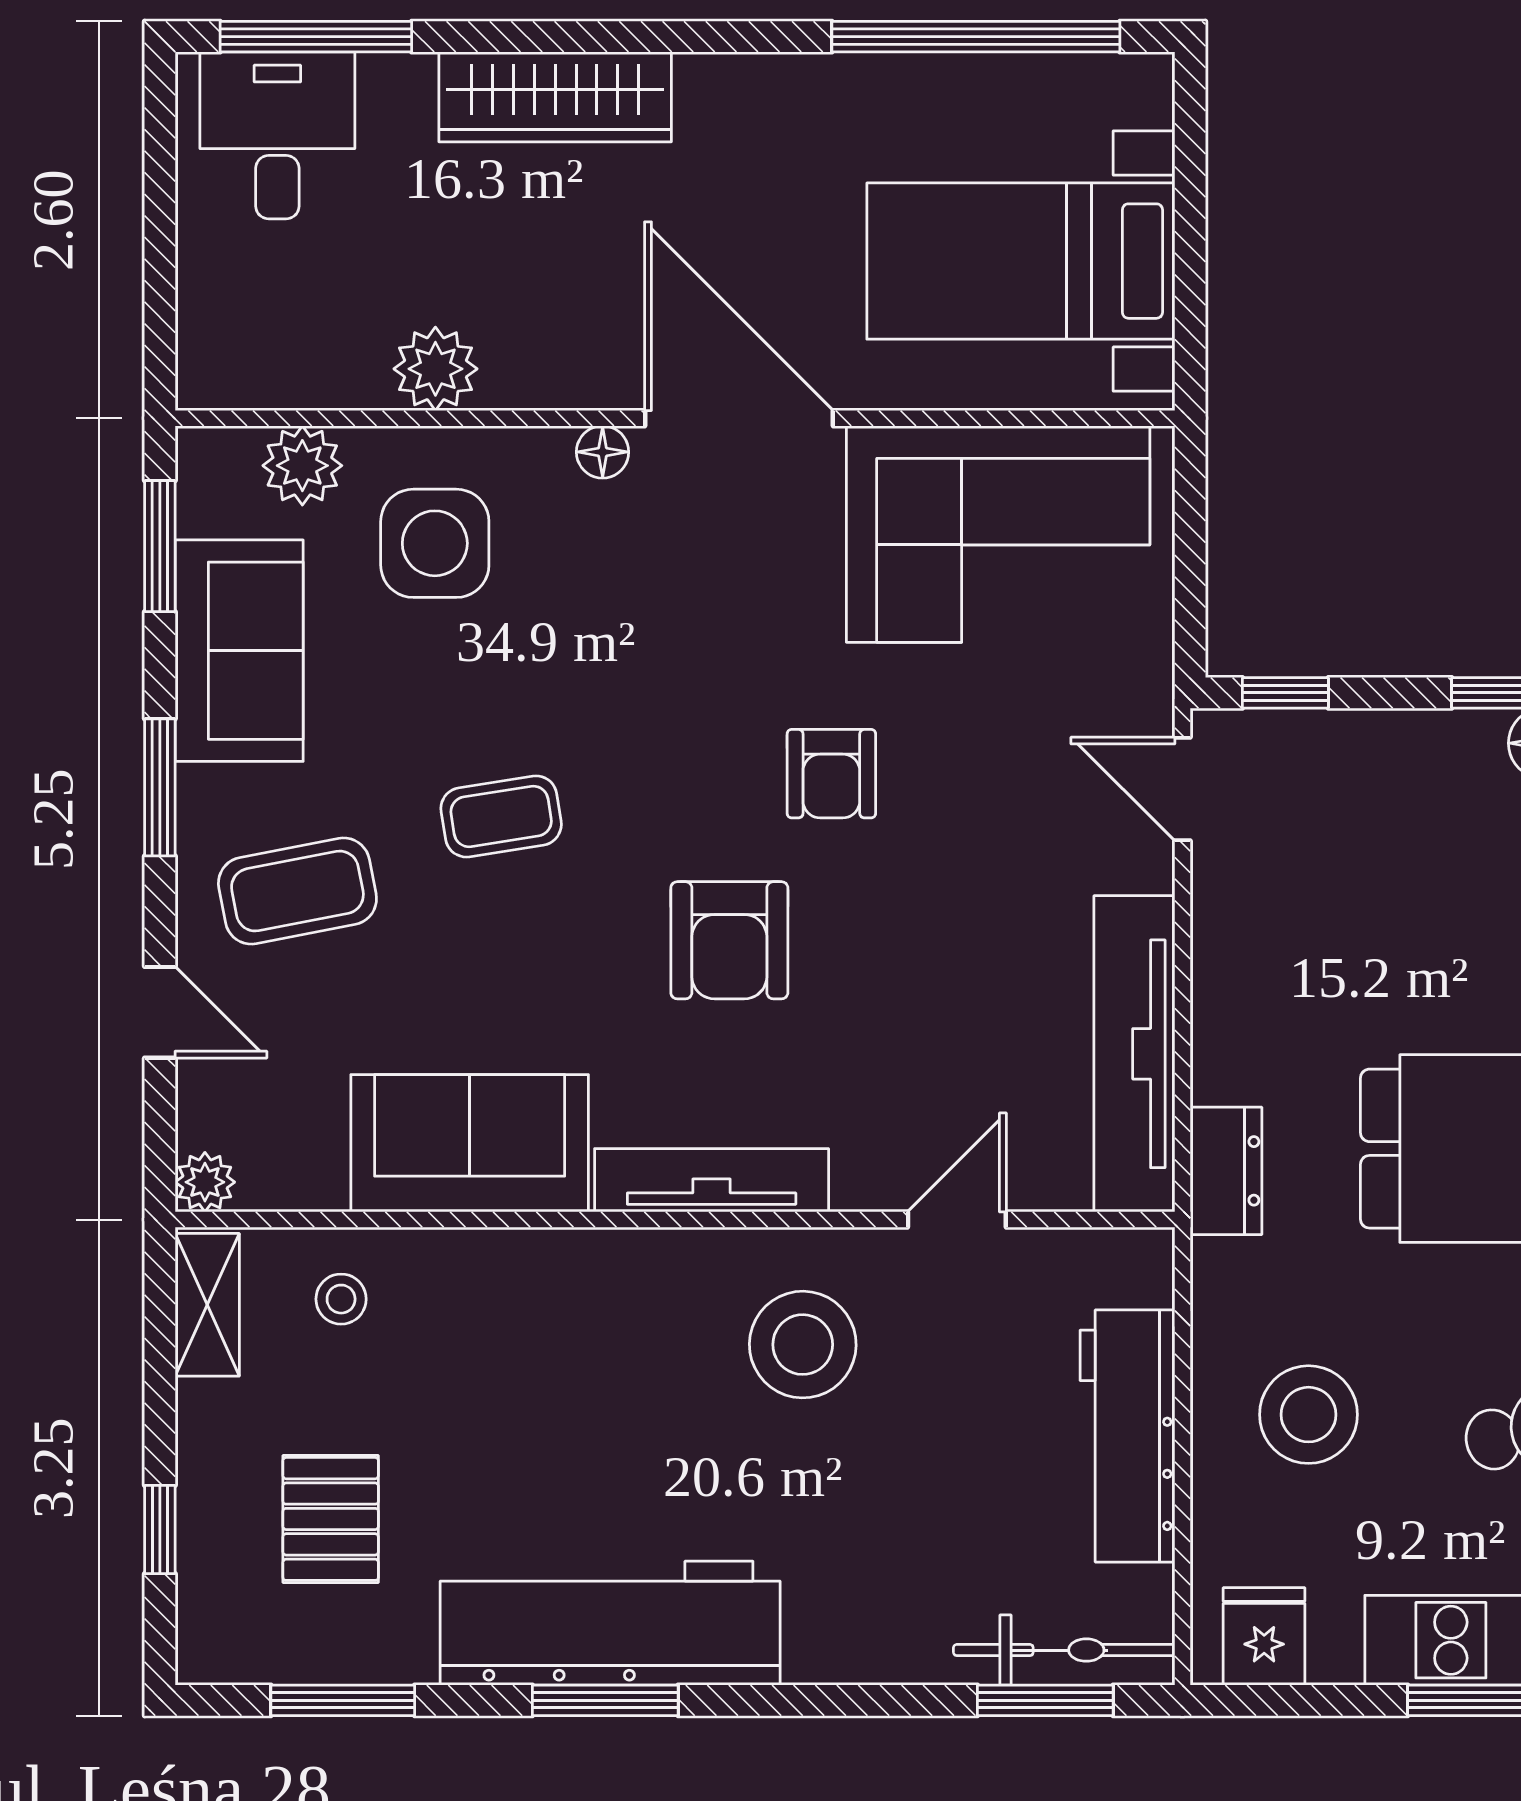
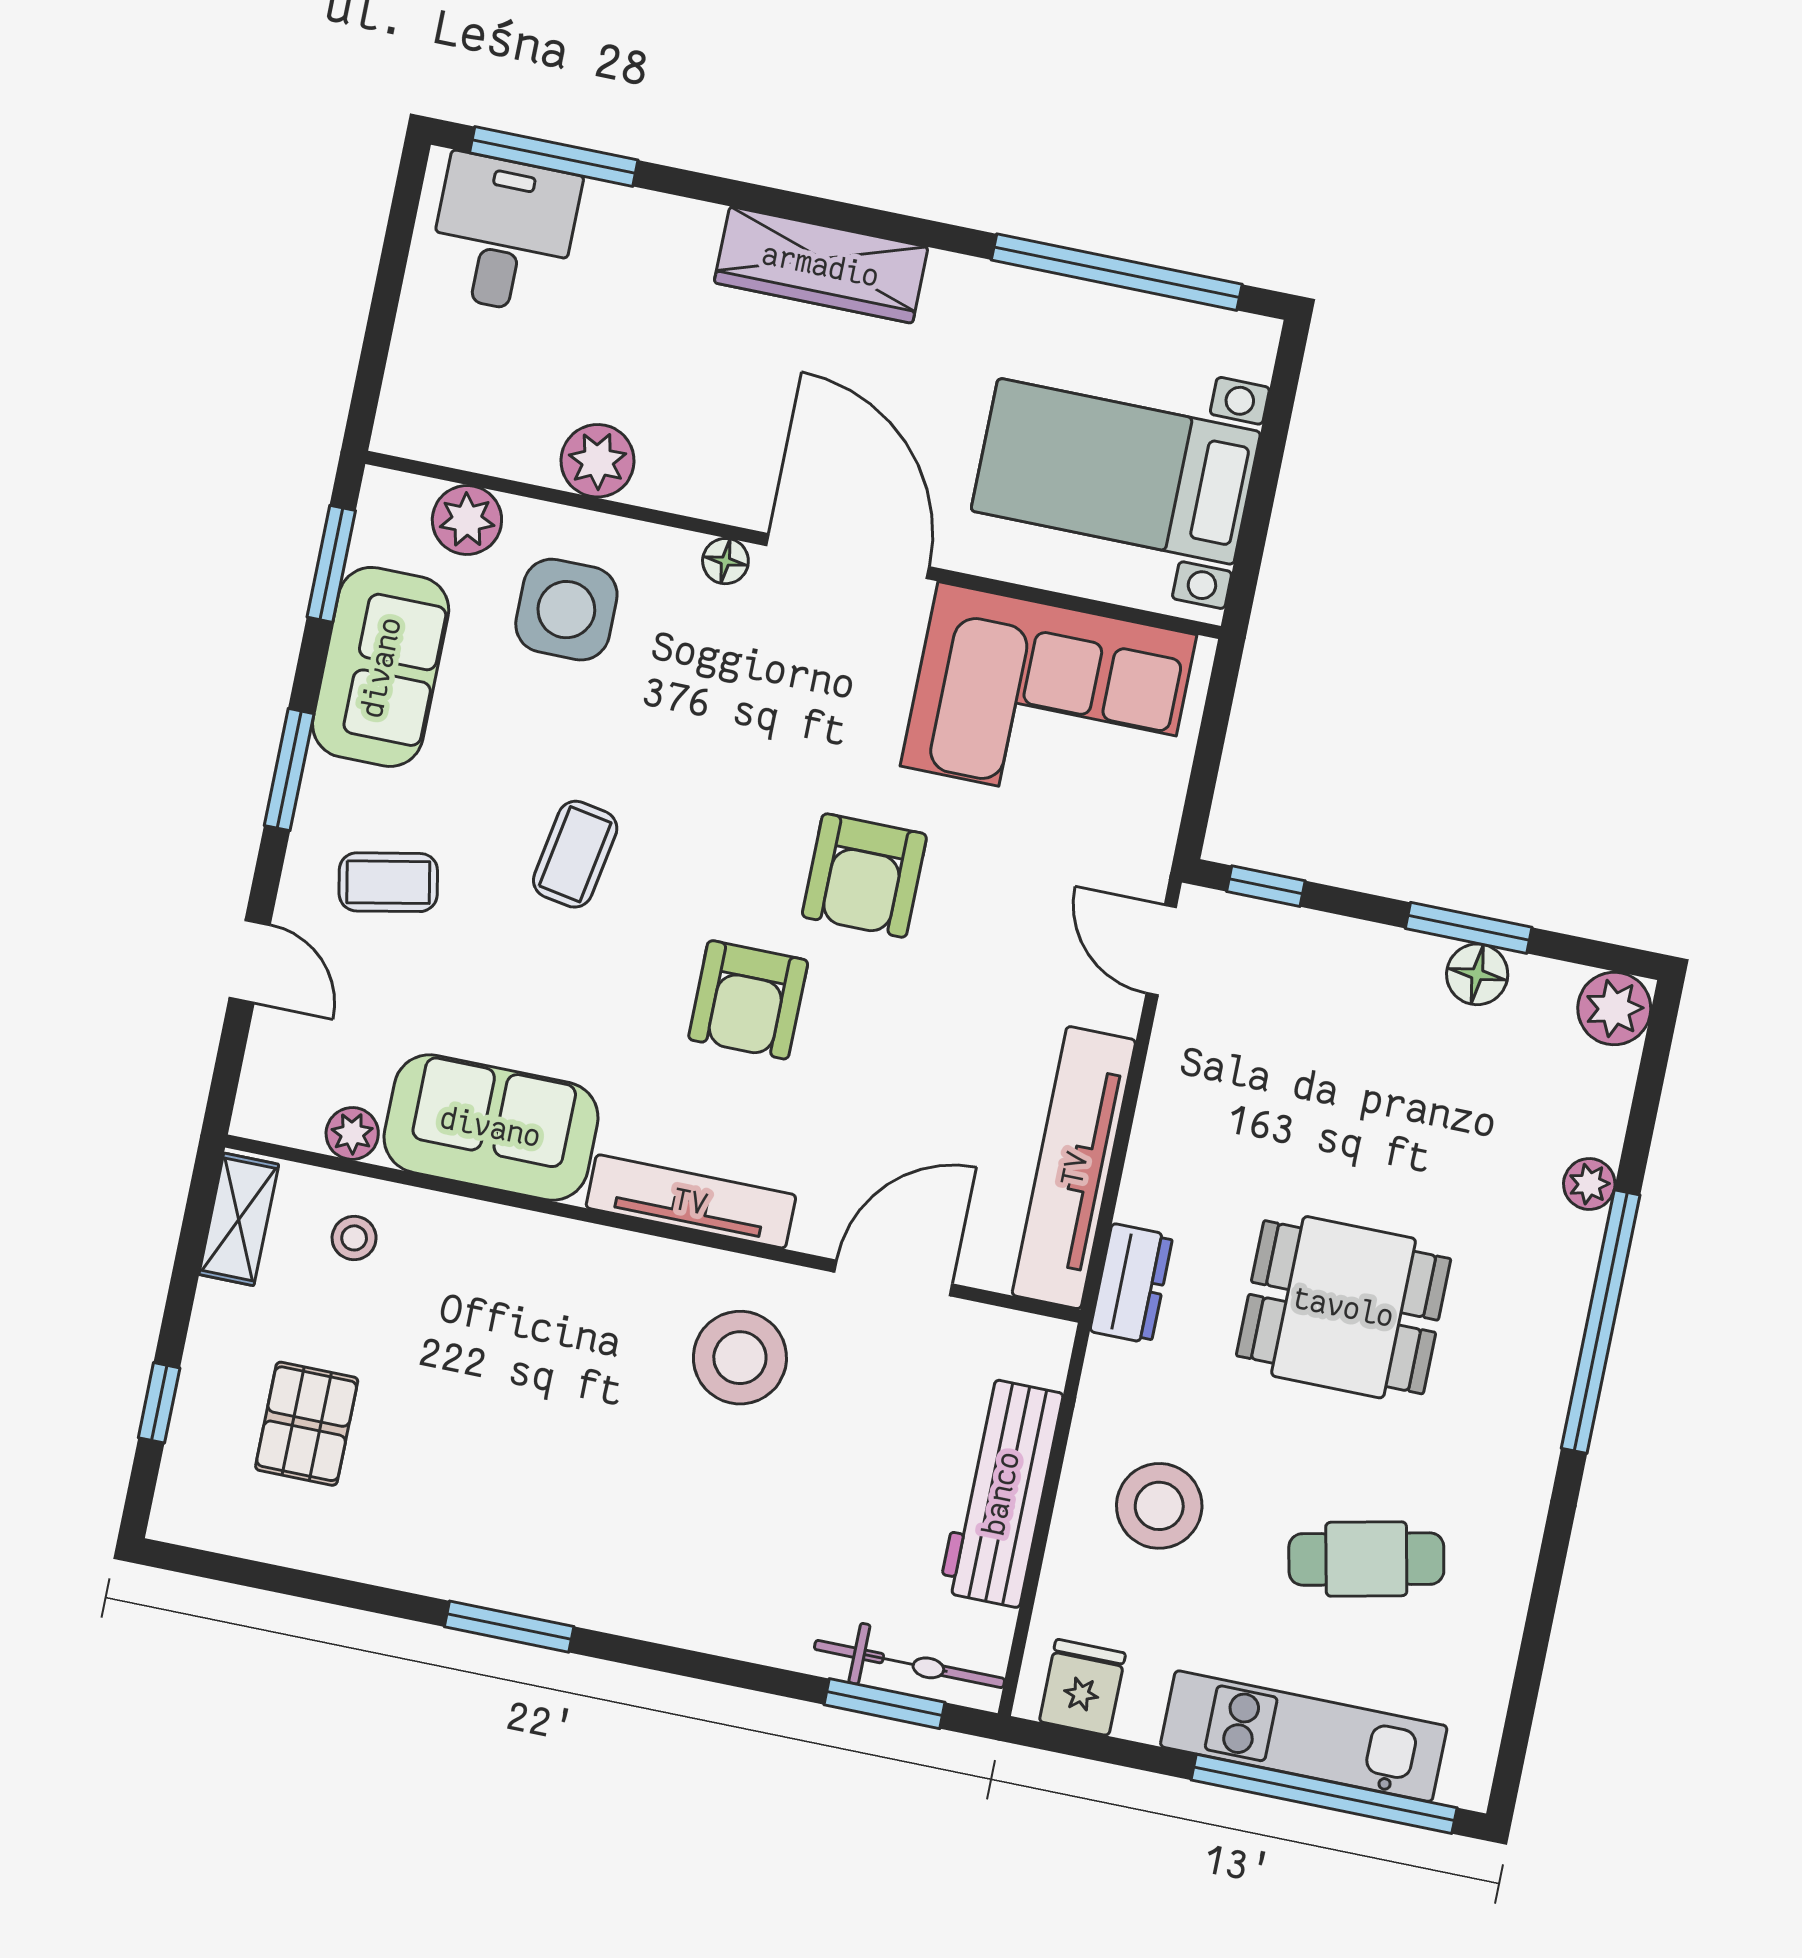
wardrobe: (555, 97) -> (821, 265), moved
armchair: (831, 774) -> (864, 876), width x1.38, depth x1.38
coffee table: (501, 816) -> (575, 854), turned -71
coffee table: (297, 891) -> (388, 882), width x0.73, depth x0.77
plant: (205, 1182) -> (352, 1133), moved
door: (957, 1220) -> (893, 1278), width x1.38
workbench: (610, 1623) -> (527, 1562), removed
window: (343, 1700) -> (285, 1581), removed

